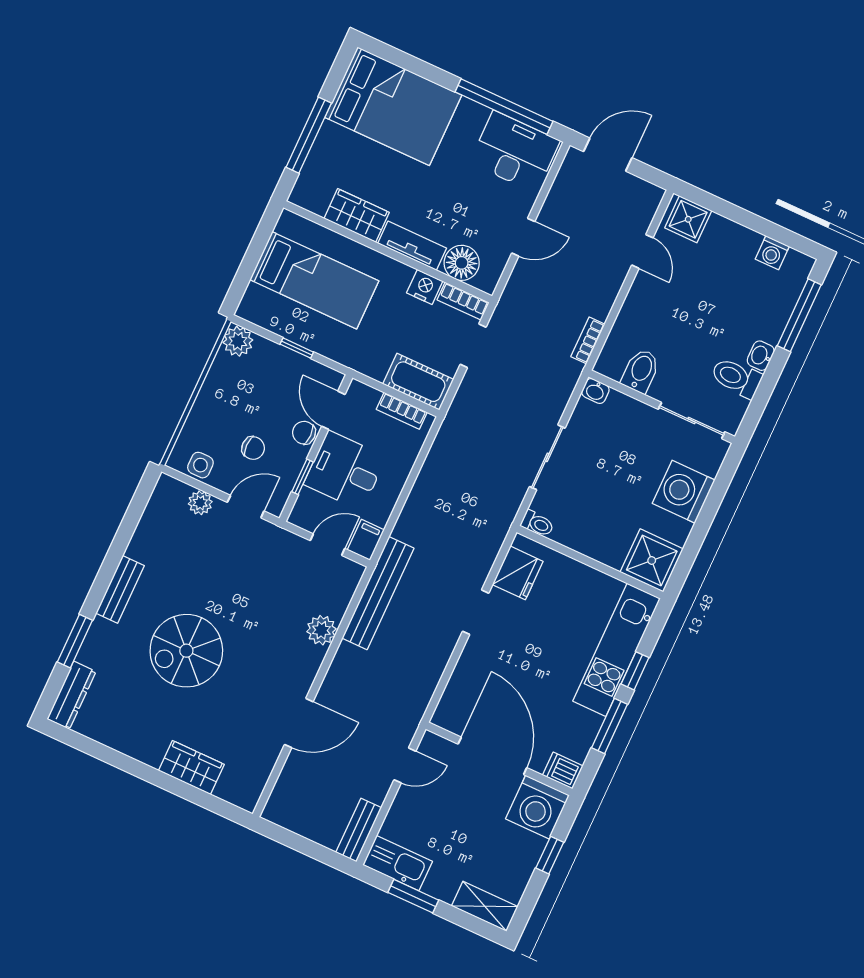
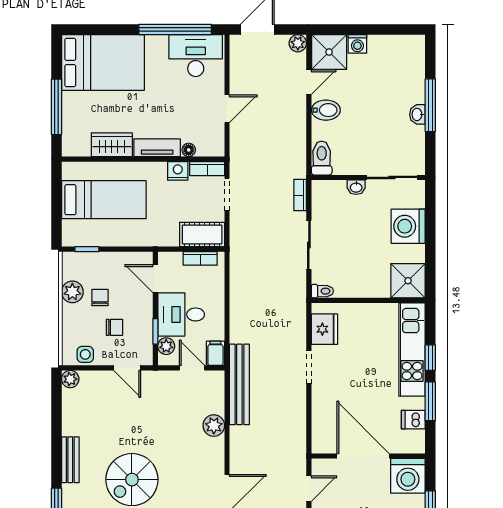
plant: (651, 196) -> (298, 43), added
shower: (688, 219) -> (329, 52), width x1.36, depth x1.36
door: (642, 251) -> (309, 82), hinge flipped
washing machine: (772, 253) -> (357, 44), moved
floor lamp: (462, 263) -> (189, 150), width x0.53, depth x0.53
window: (799, 315) -> (430, 105), moved
bookcase: (588, 340) -> (300, 195), moved
plant: (238, 341) -> (72, 292), moved
window: (297, 348) -> (87, 249), moved
bidet: (641, 371) -> (326, 110), moved, turned 90
toilet: (736, 378) -> (322, 158), moved, turned 90
washbasin: (595, 391) -> (356, 187), moved
chair: (304, 433) -> (100, 298), moved, turned 90
plant: (308, 502) -> (166, 346), added
plant: (200, 503) -> (70, 379), moved
door: (246, 507) -> (127, 368), swing flipped
door: (327, 545) -> (192, 368), hinge flipped
dishwasher: (563, 770) -> (413, 420), moved

